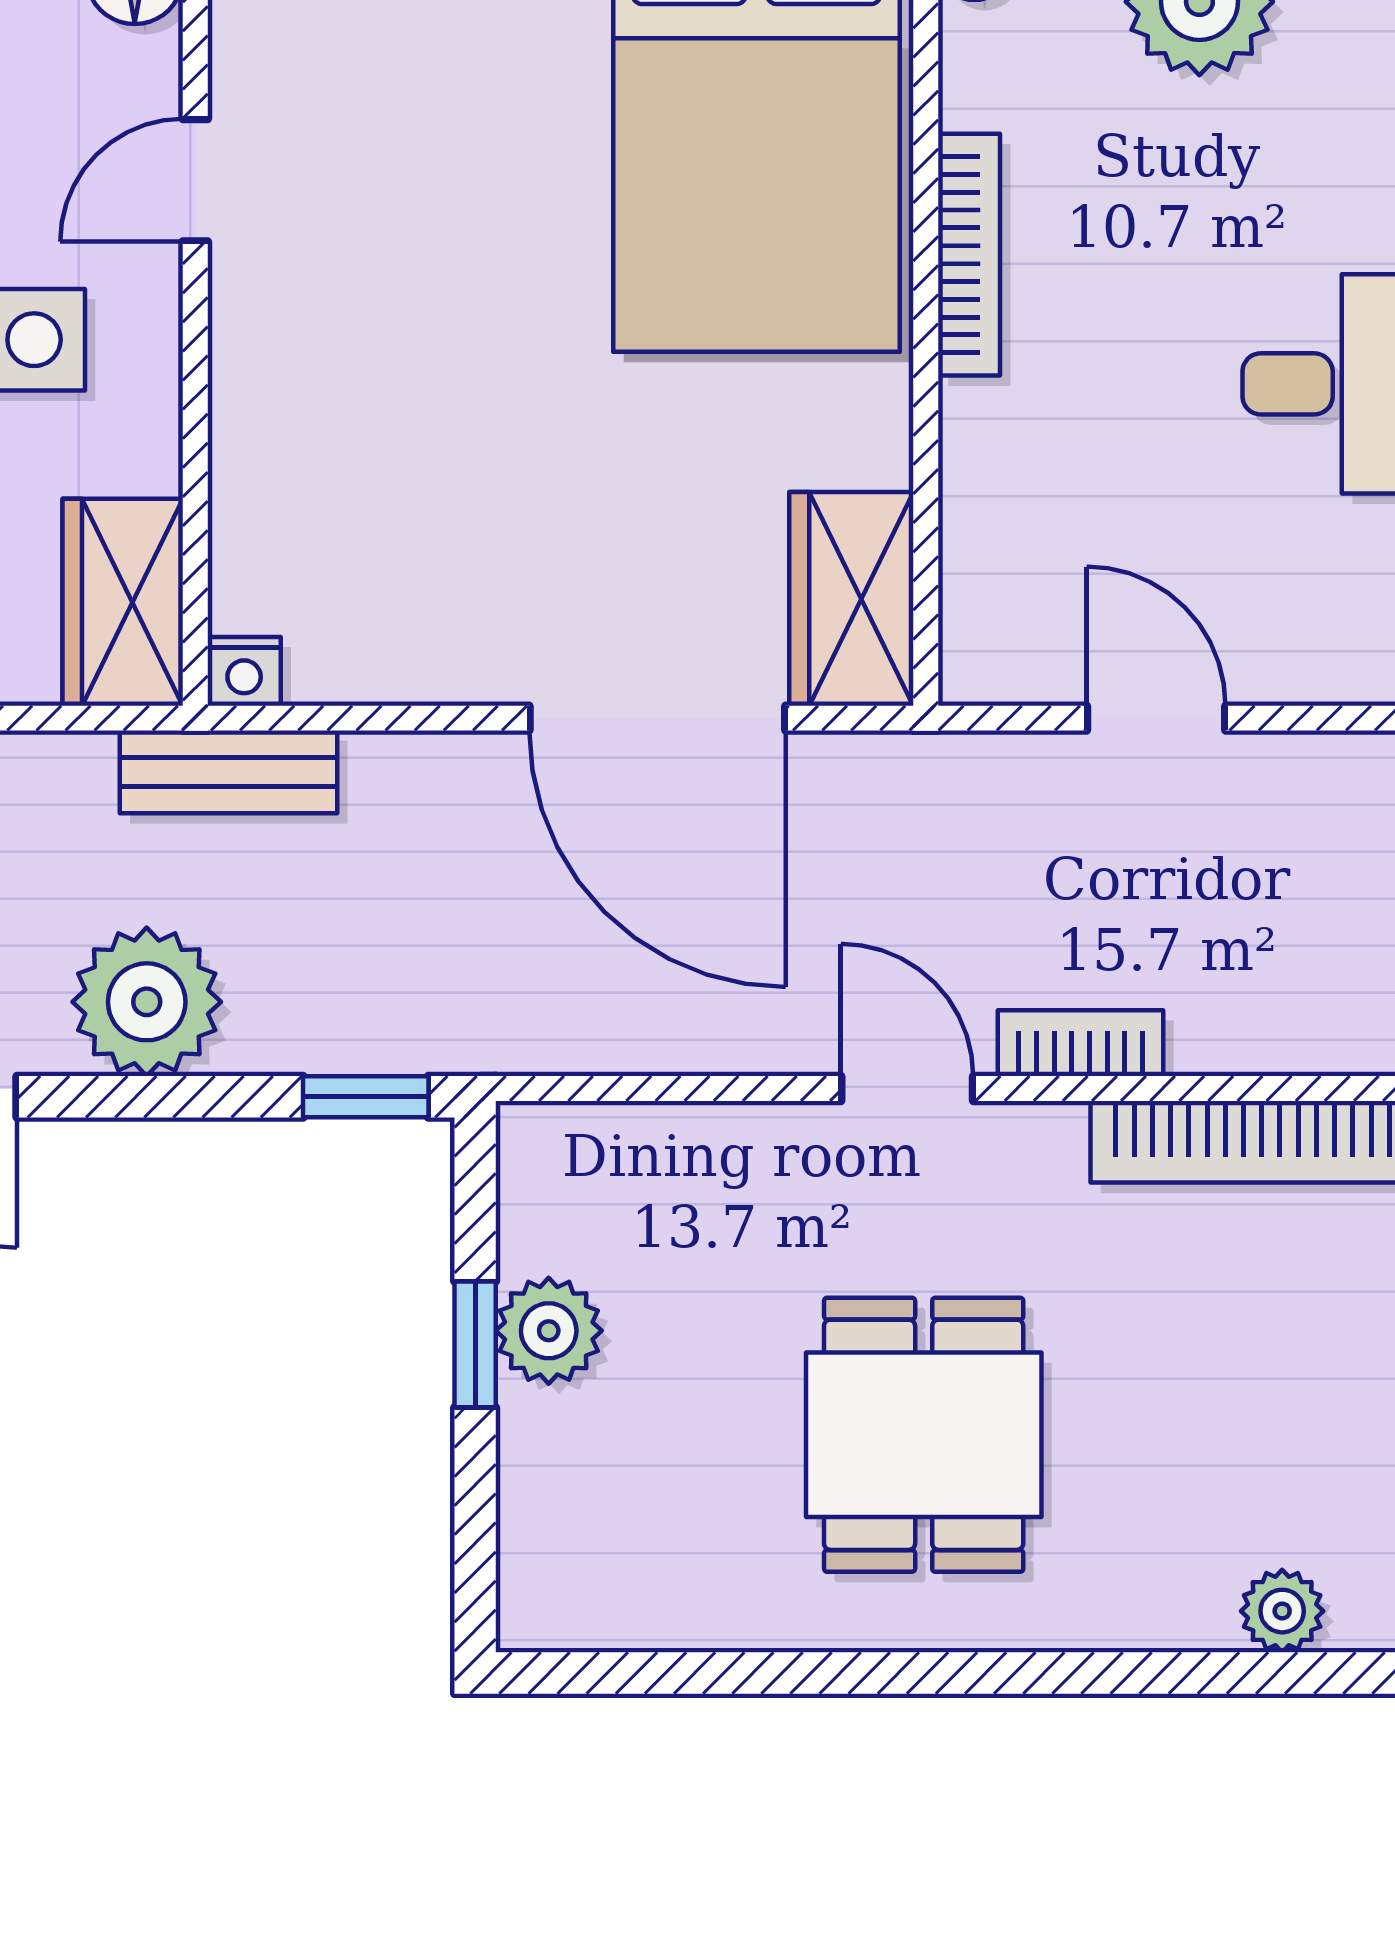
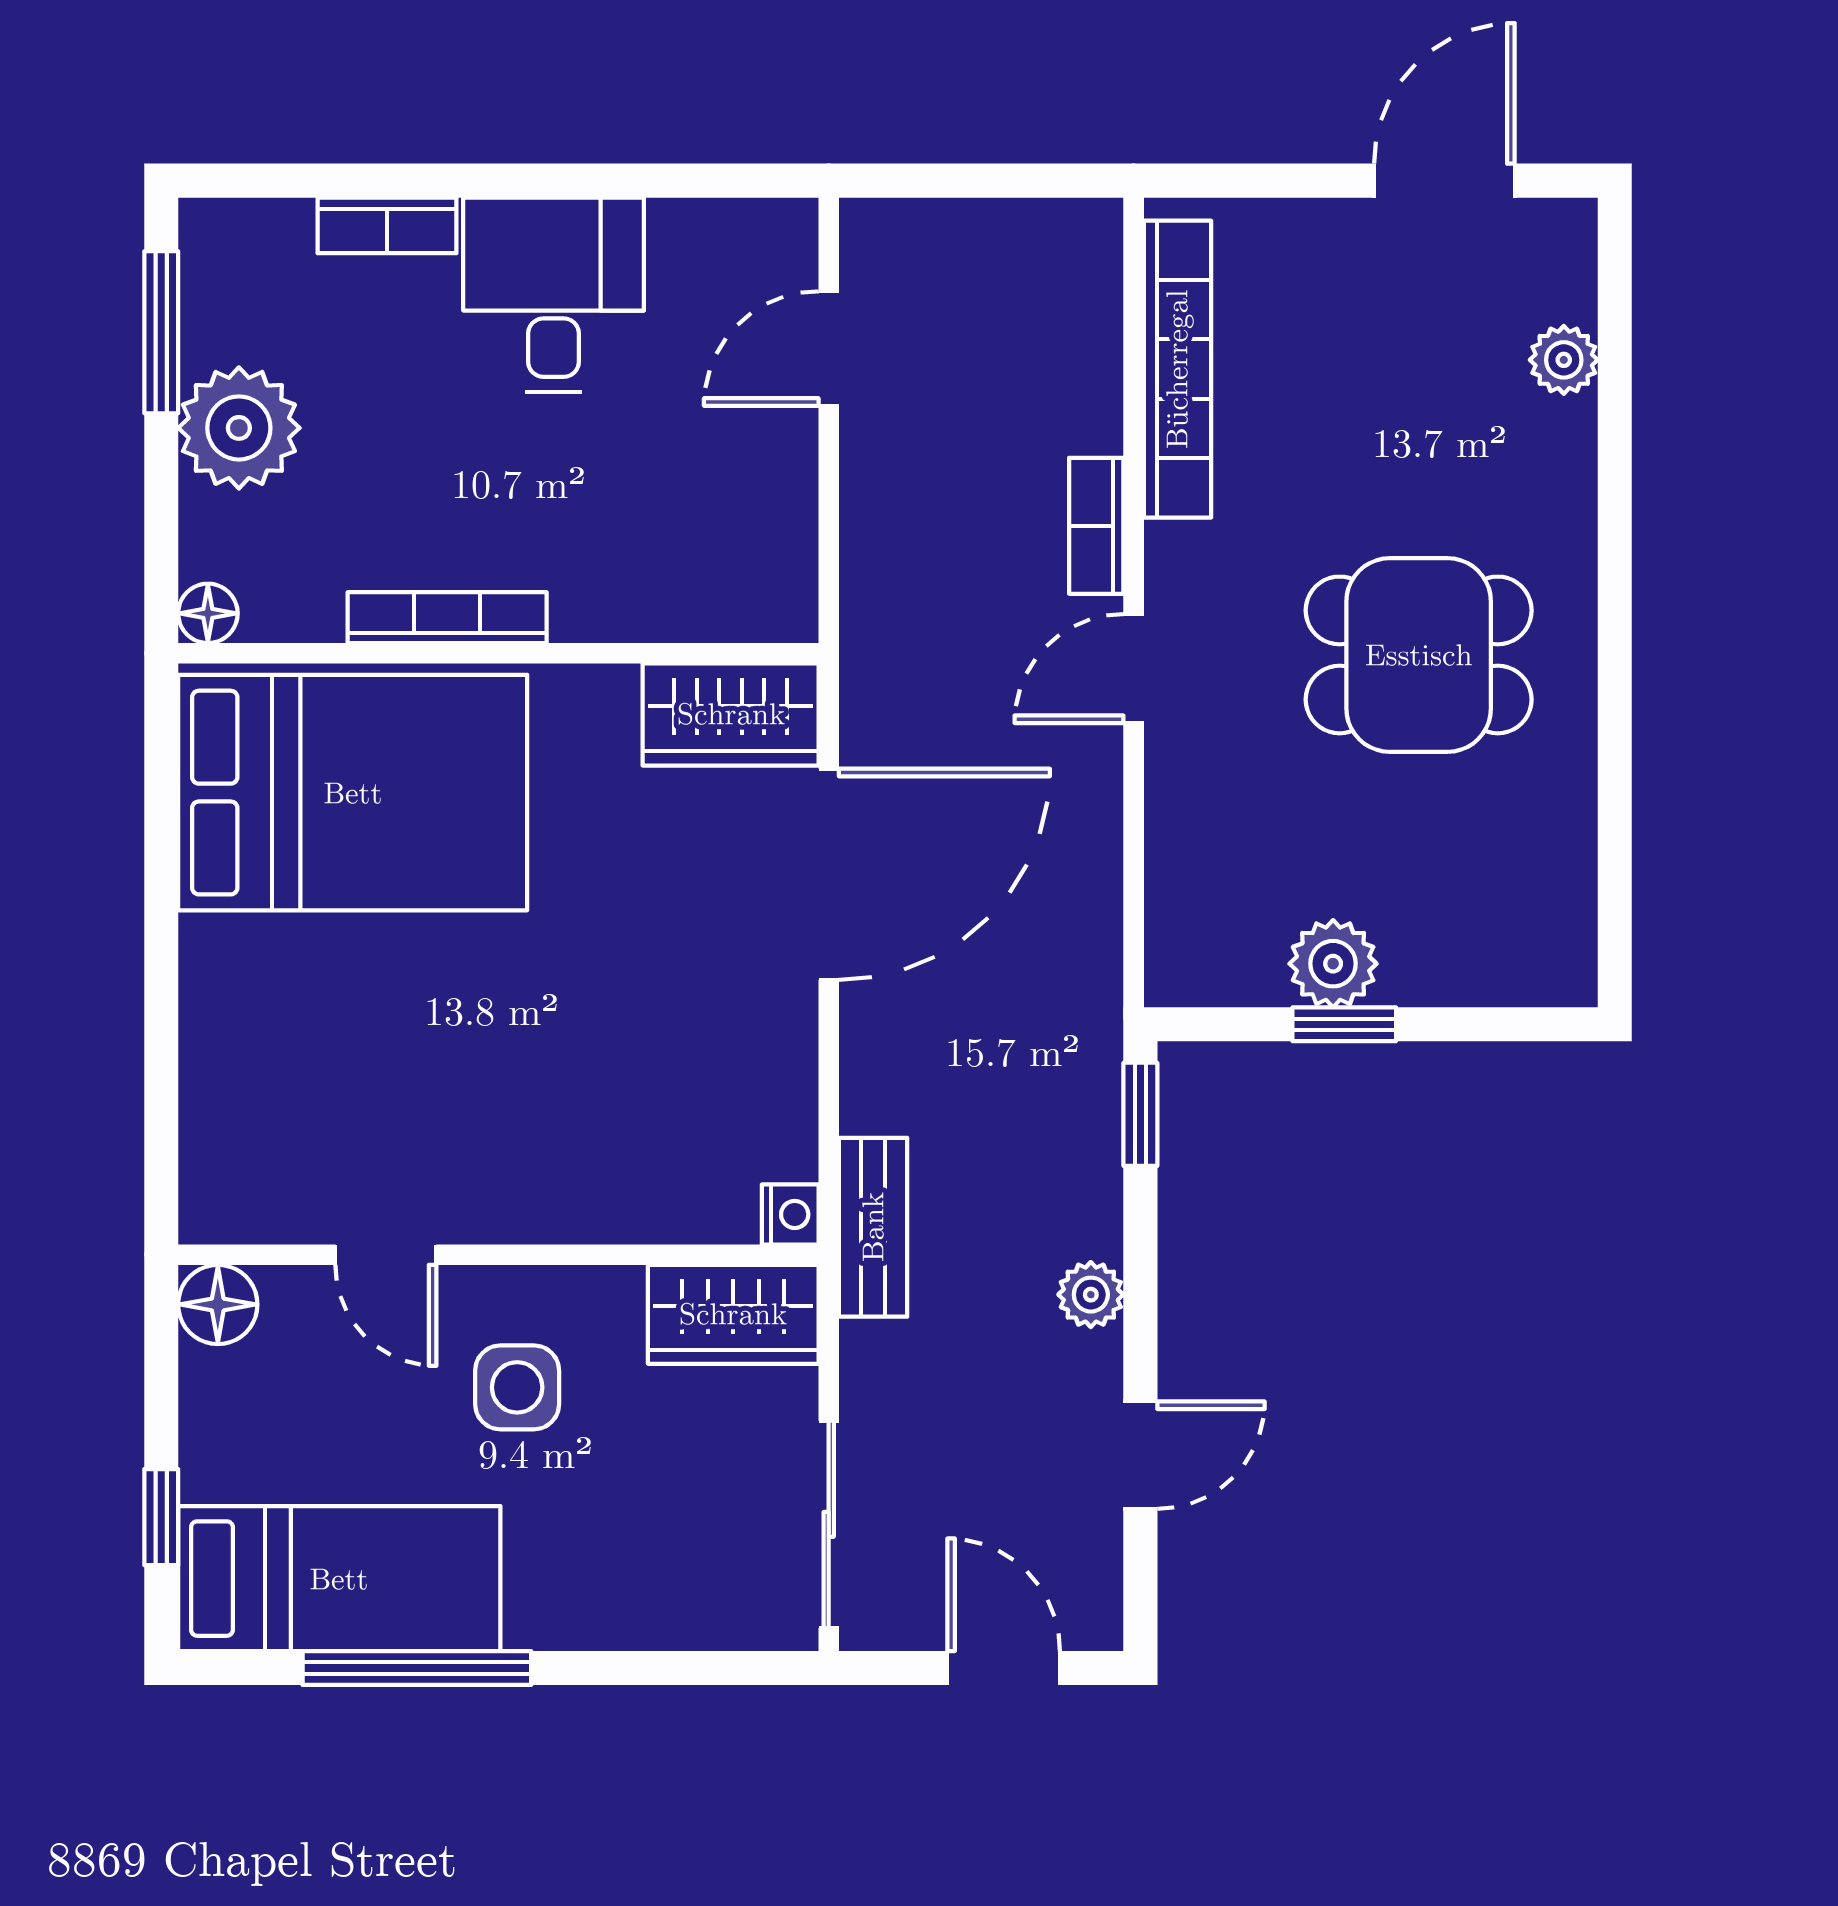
door: (1156, 718) -> (829, 349), moved
plant: (147, 1002) -> (1091, 1295), width x0.53, depth x0.53

